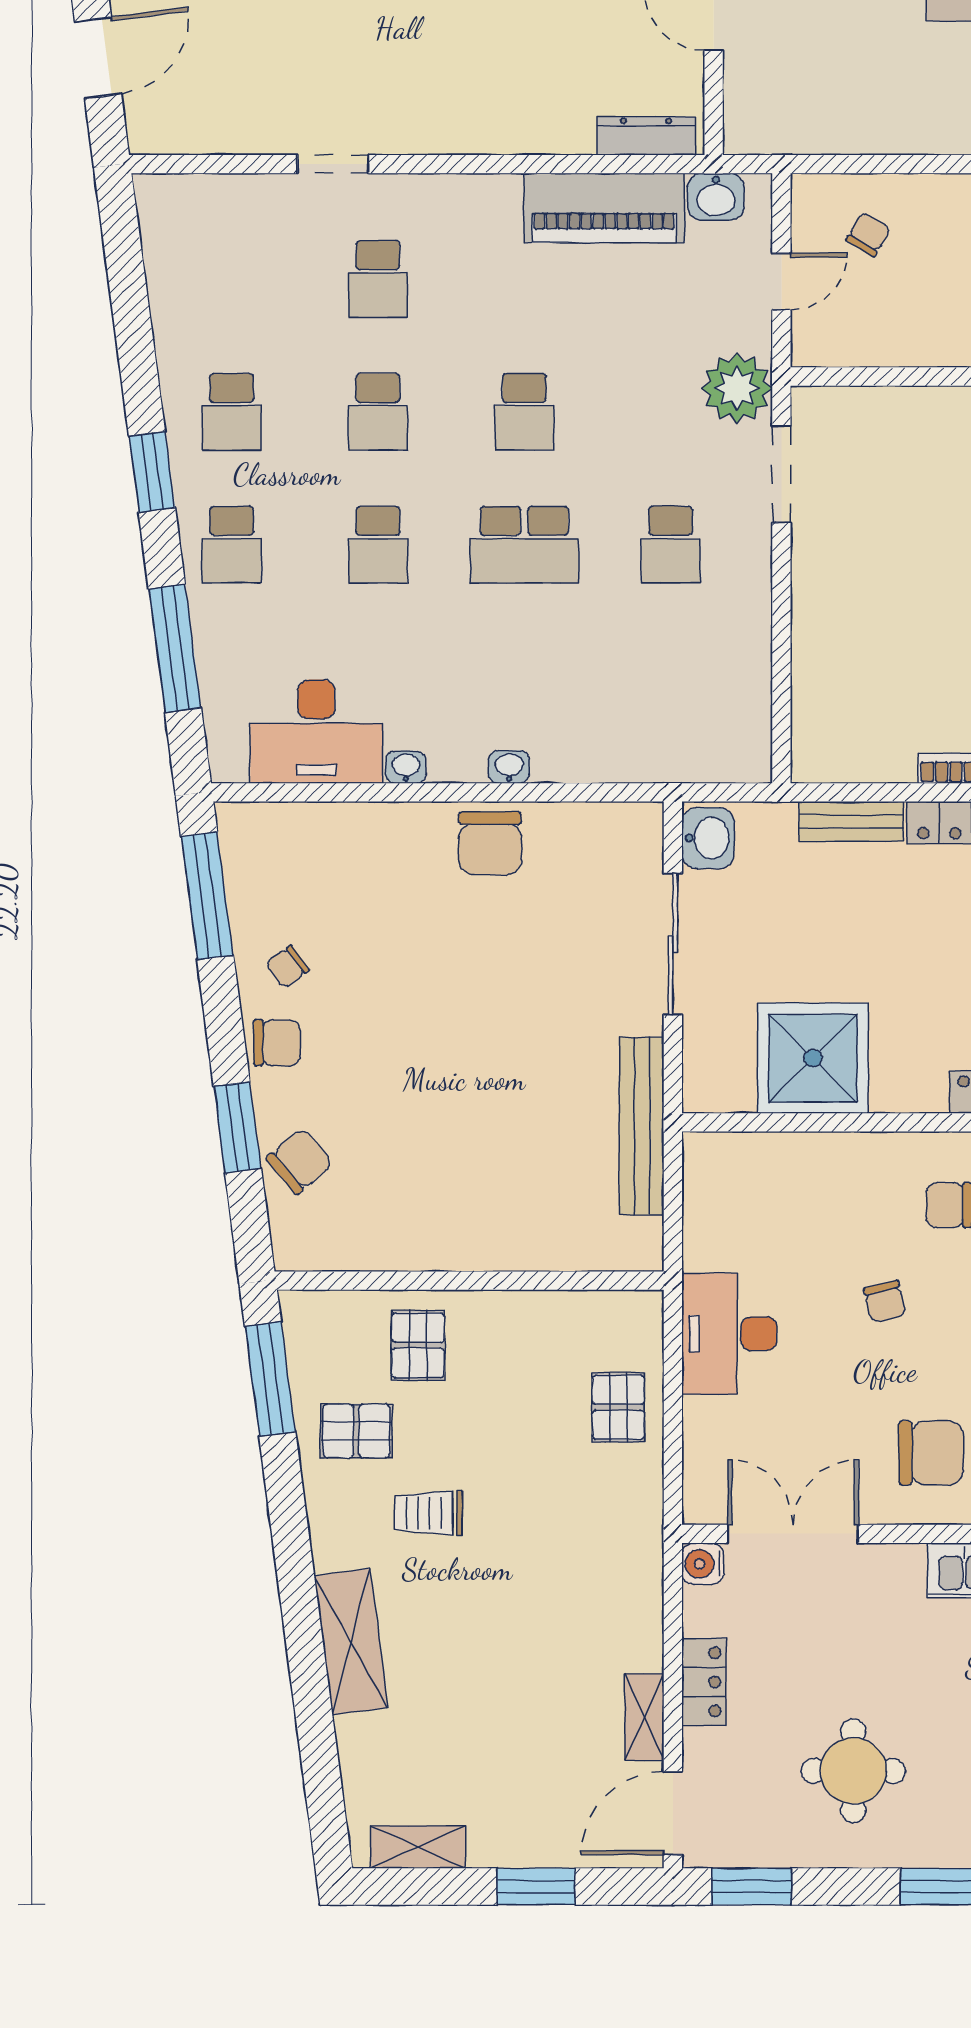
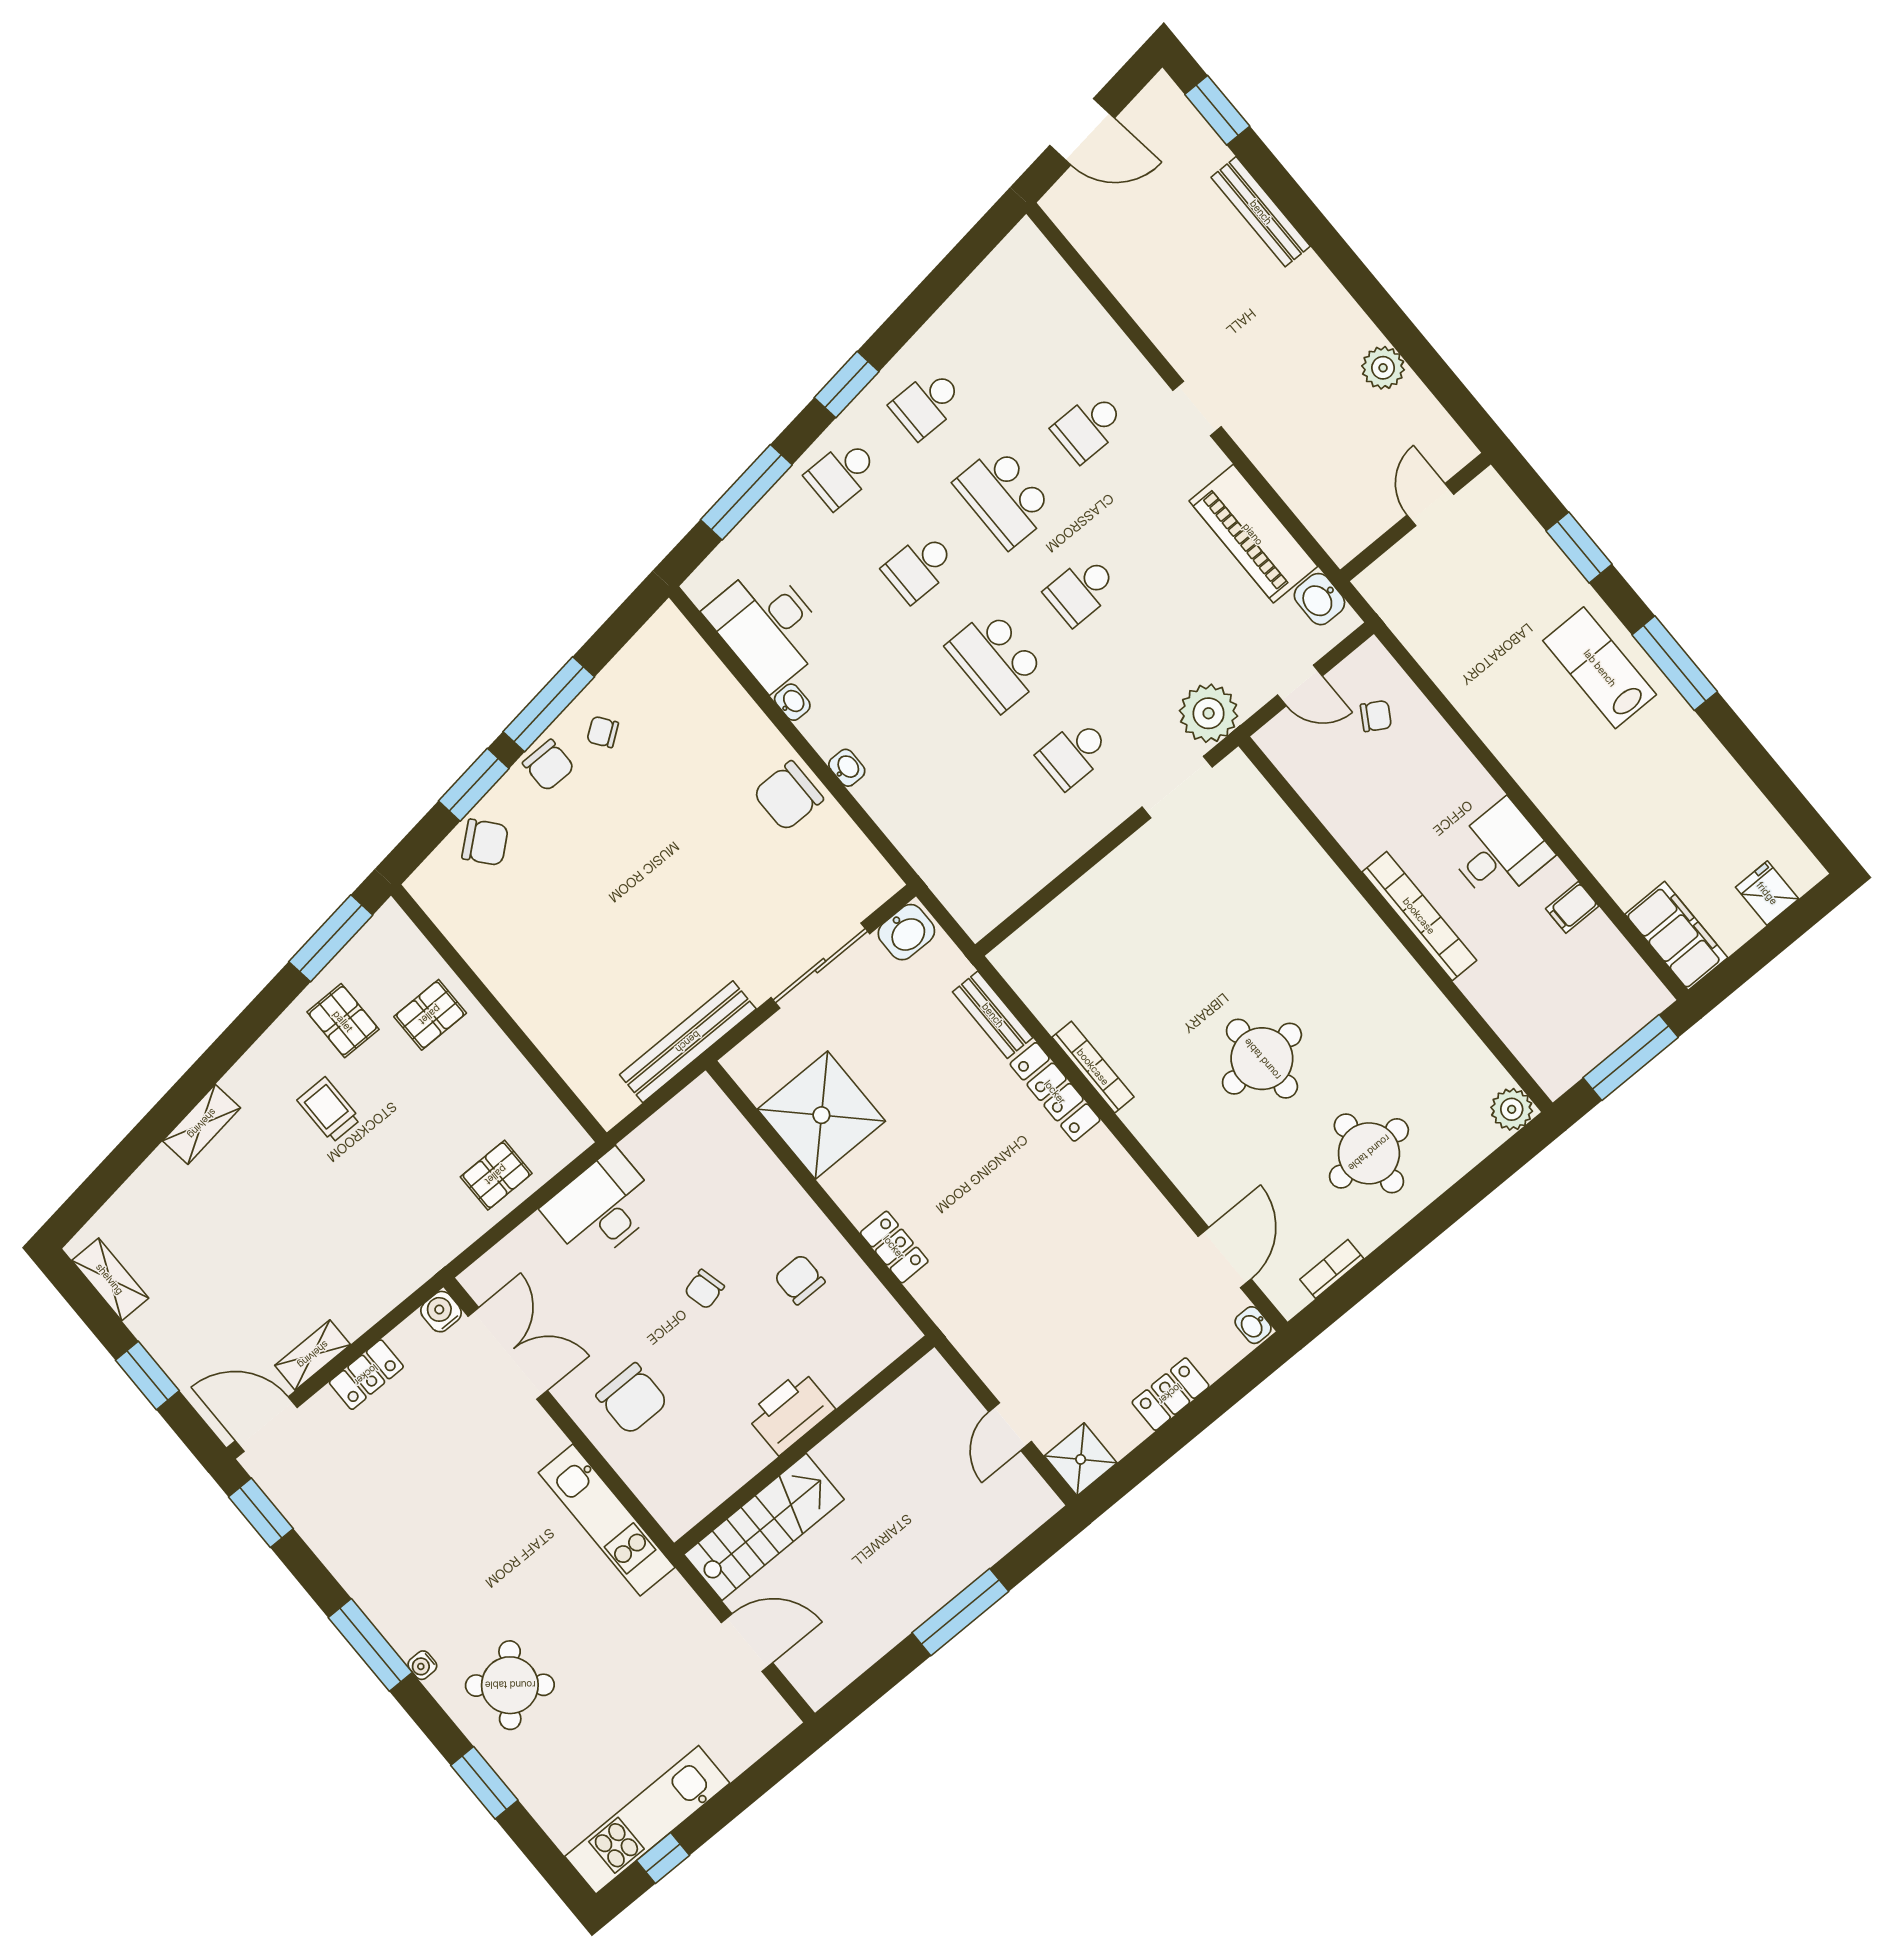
dresser: (646, 136) -> (1321, 522), removed
doorway: (333, 164) -> (1197, 408), moved
school desk: (378, 412) -> (1004, 497), width x1.85
window: (207, 896) -> (549, 704), moved
shelving: (351, 1642) -> (202, 1124), width x0.67, depth x0.75
round table: (853, 1771) -> (388, 1517), removed

